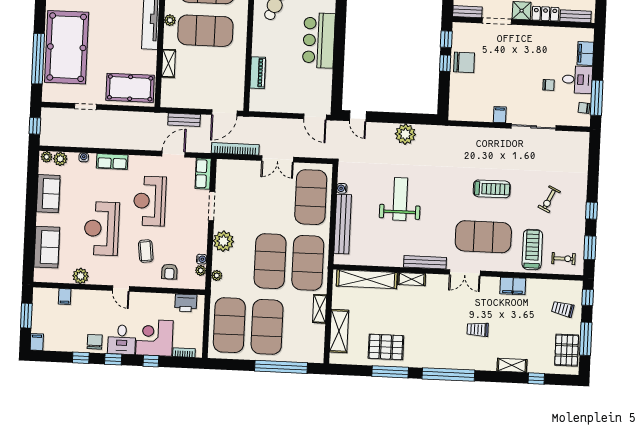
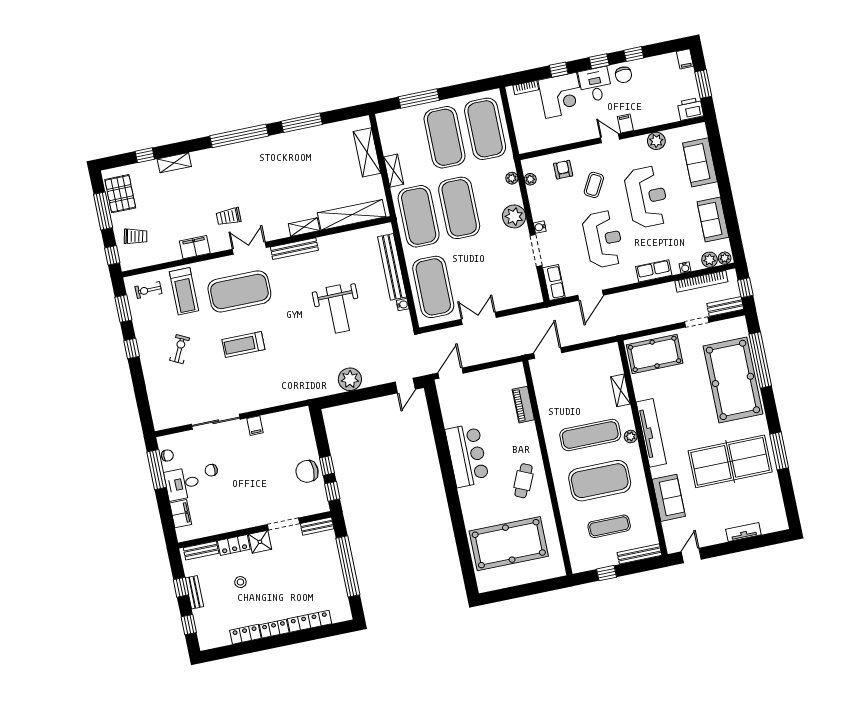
exercise mat: (205, 31) -> (590, 435), width x0.68
door: (358, 116) -> (405, 386), swing flipped
door: (315, 117) -> (451, 373), hinge flipped
bench: (184, 120) -> (725, 306), moved
bookcase: (235, 149) -> (701, 281), moved
coffee table: (146, 251) -> (594, 185), turned 36
water cooler: (202, 259) -> (540, 227), moved
filing cabinet: (65, 297) -> (625, 123), moved
printer: (186, 303) -> (690, 109), moved
trolley: (478, 329) -> (229, 217), moved, turned 180
pallet: (386, 347) -> (313, 148), removed
window: (281, 367) -> (419, 99), width x0.68

